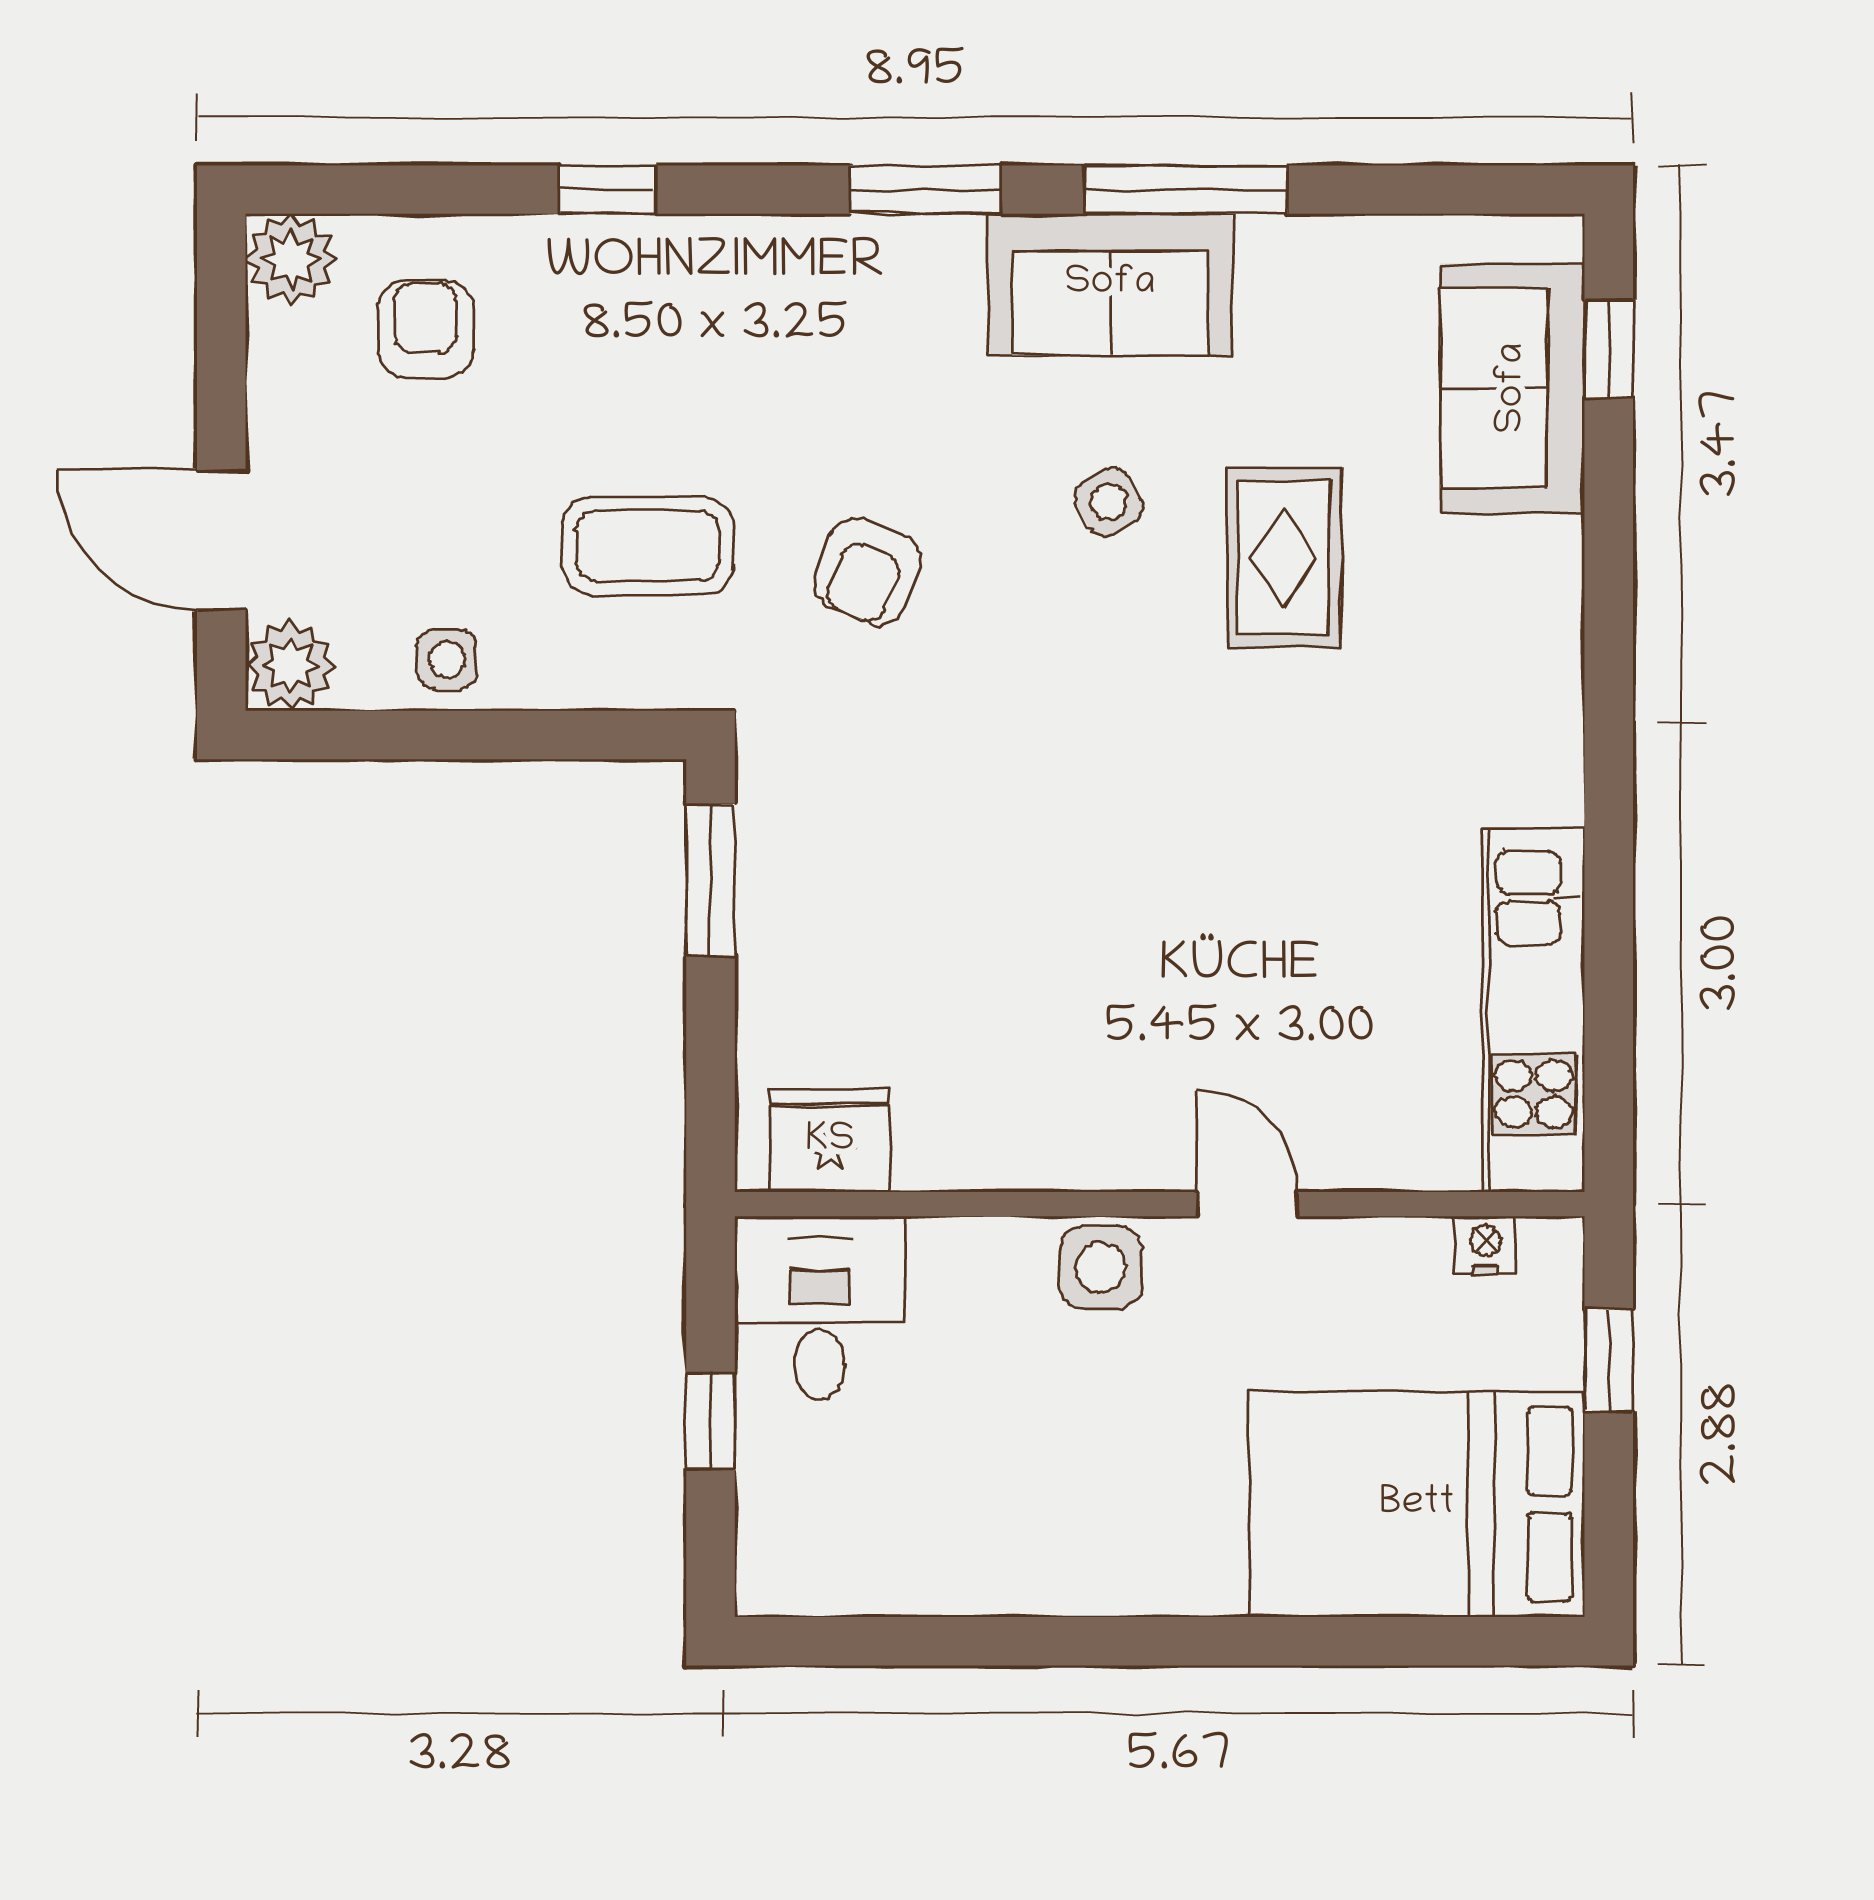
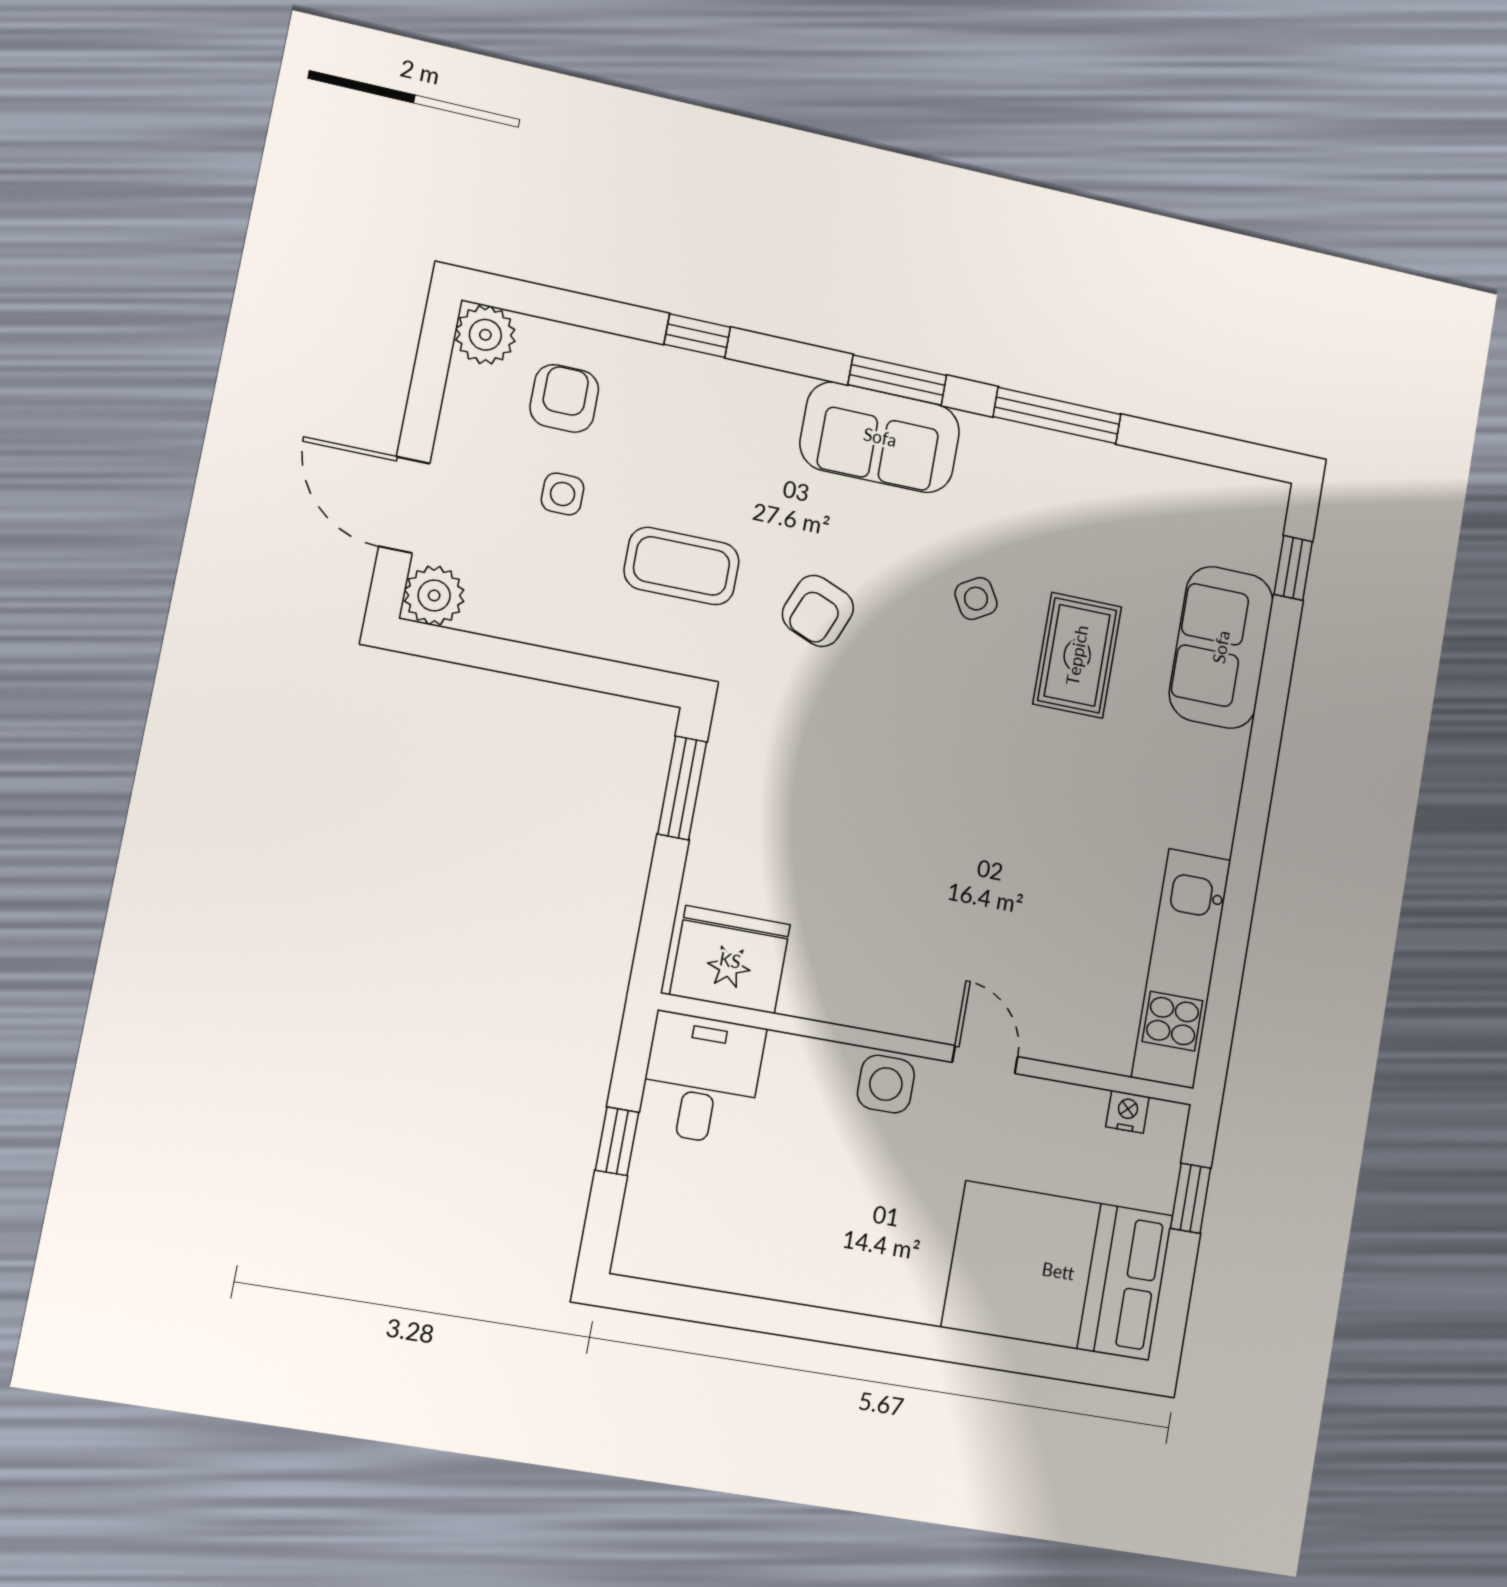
sofa: (1110, 284) -> (880, 437), moved
sofa: (1513, 388) -> (1221, 647), moved
side table: (447, 659) -> (563, 494), moved
fridge: (830, 1141) -> (730, 960), width x1.36, depth x1.34

